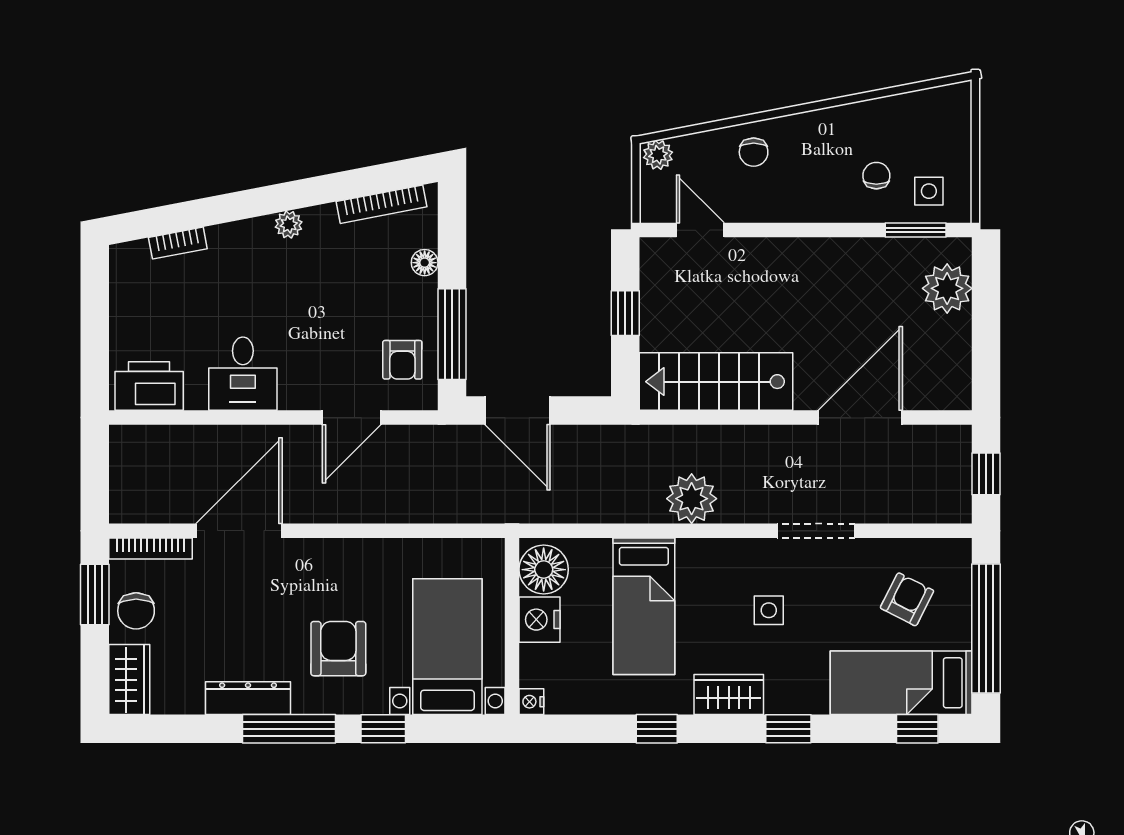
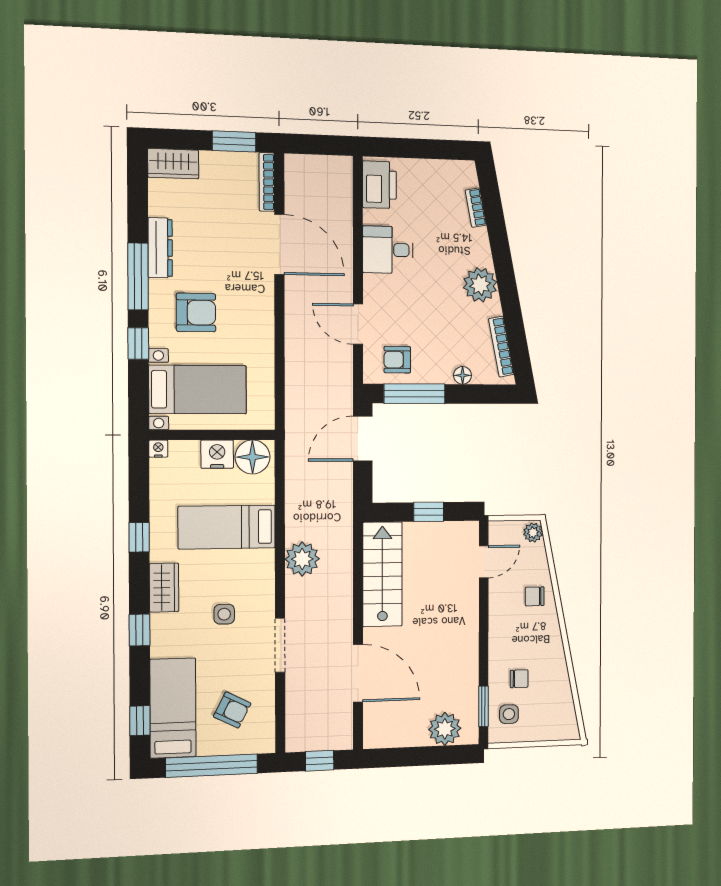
plant: (289, 225) -> (480, 285), width x1.88, depth x1.88
chair: (136, 611) -> (223, 170), removed

